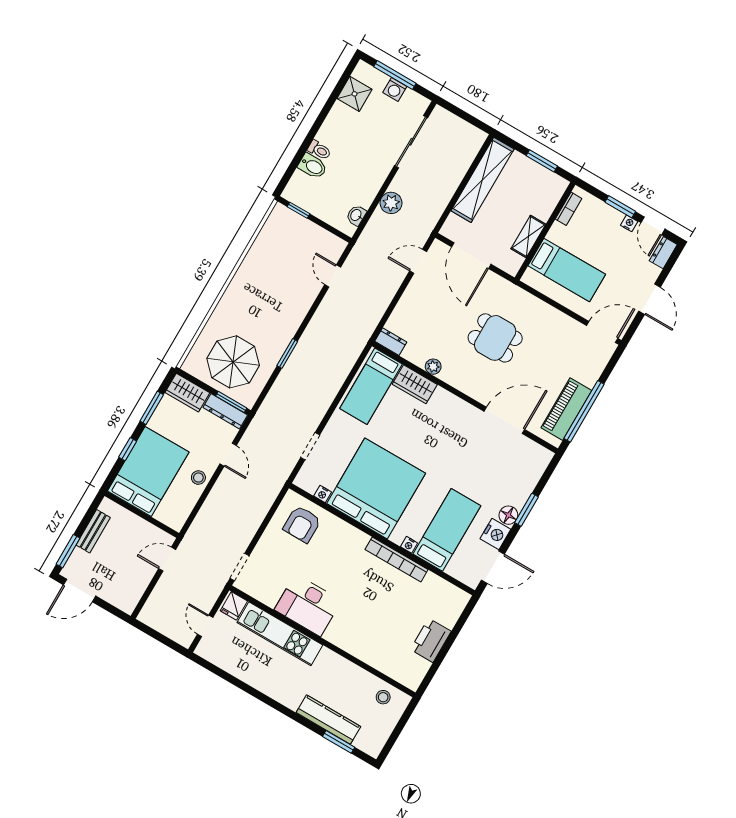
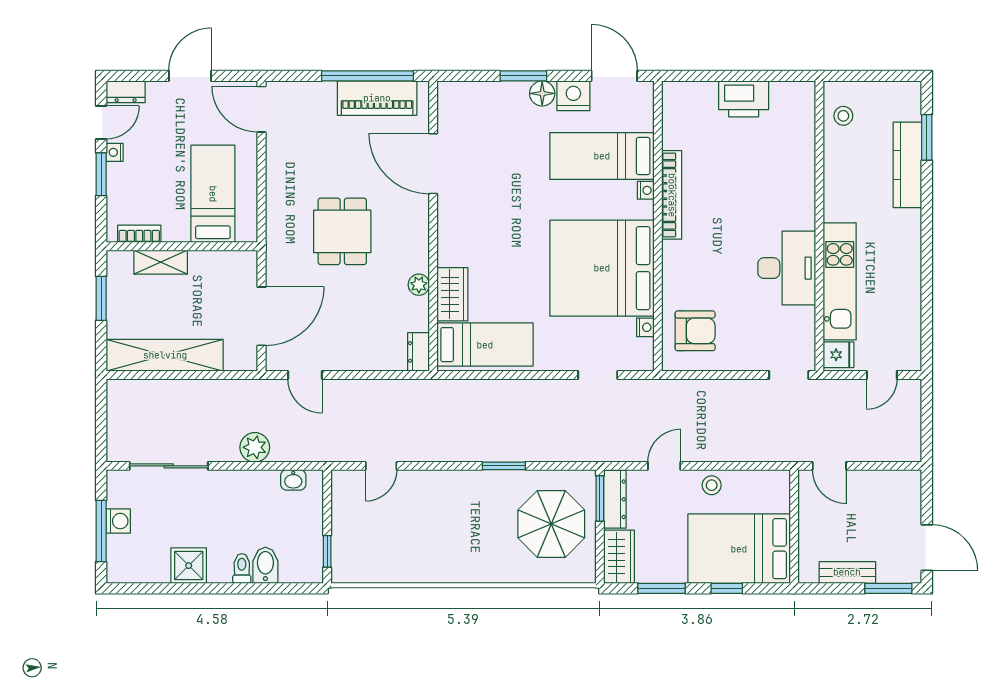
shower: (355, 94) -> (189, 566), moved
shelving: (528, 237) -> (161, 262), moved

